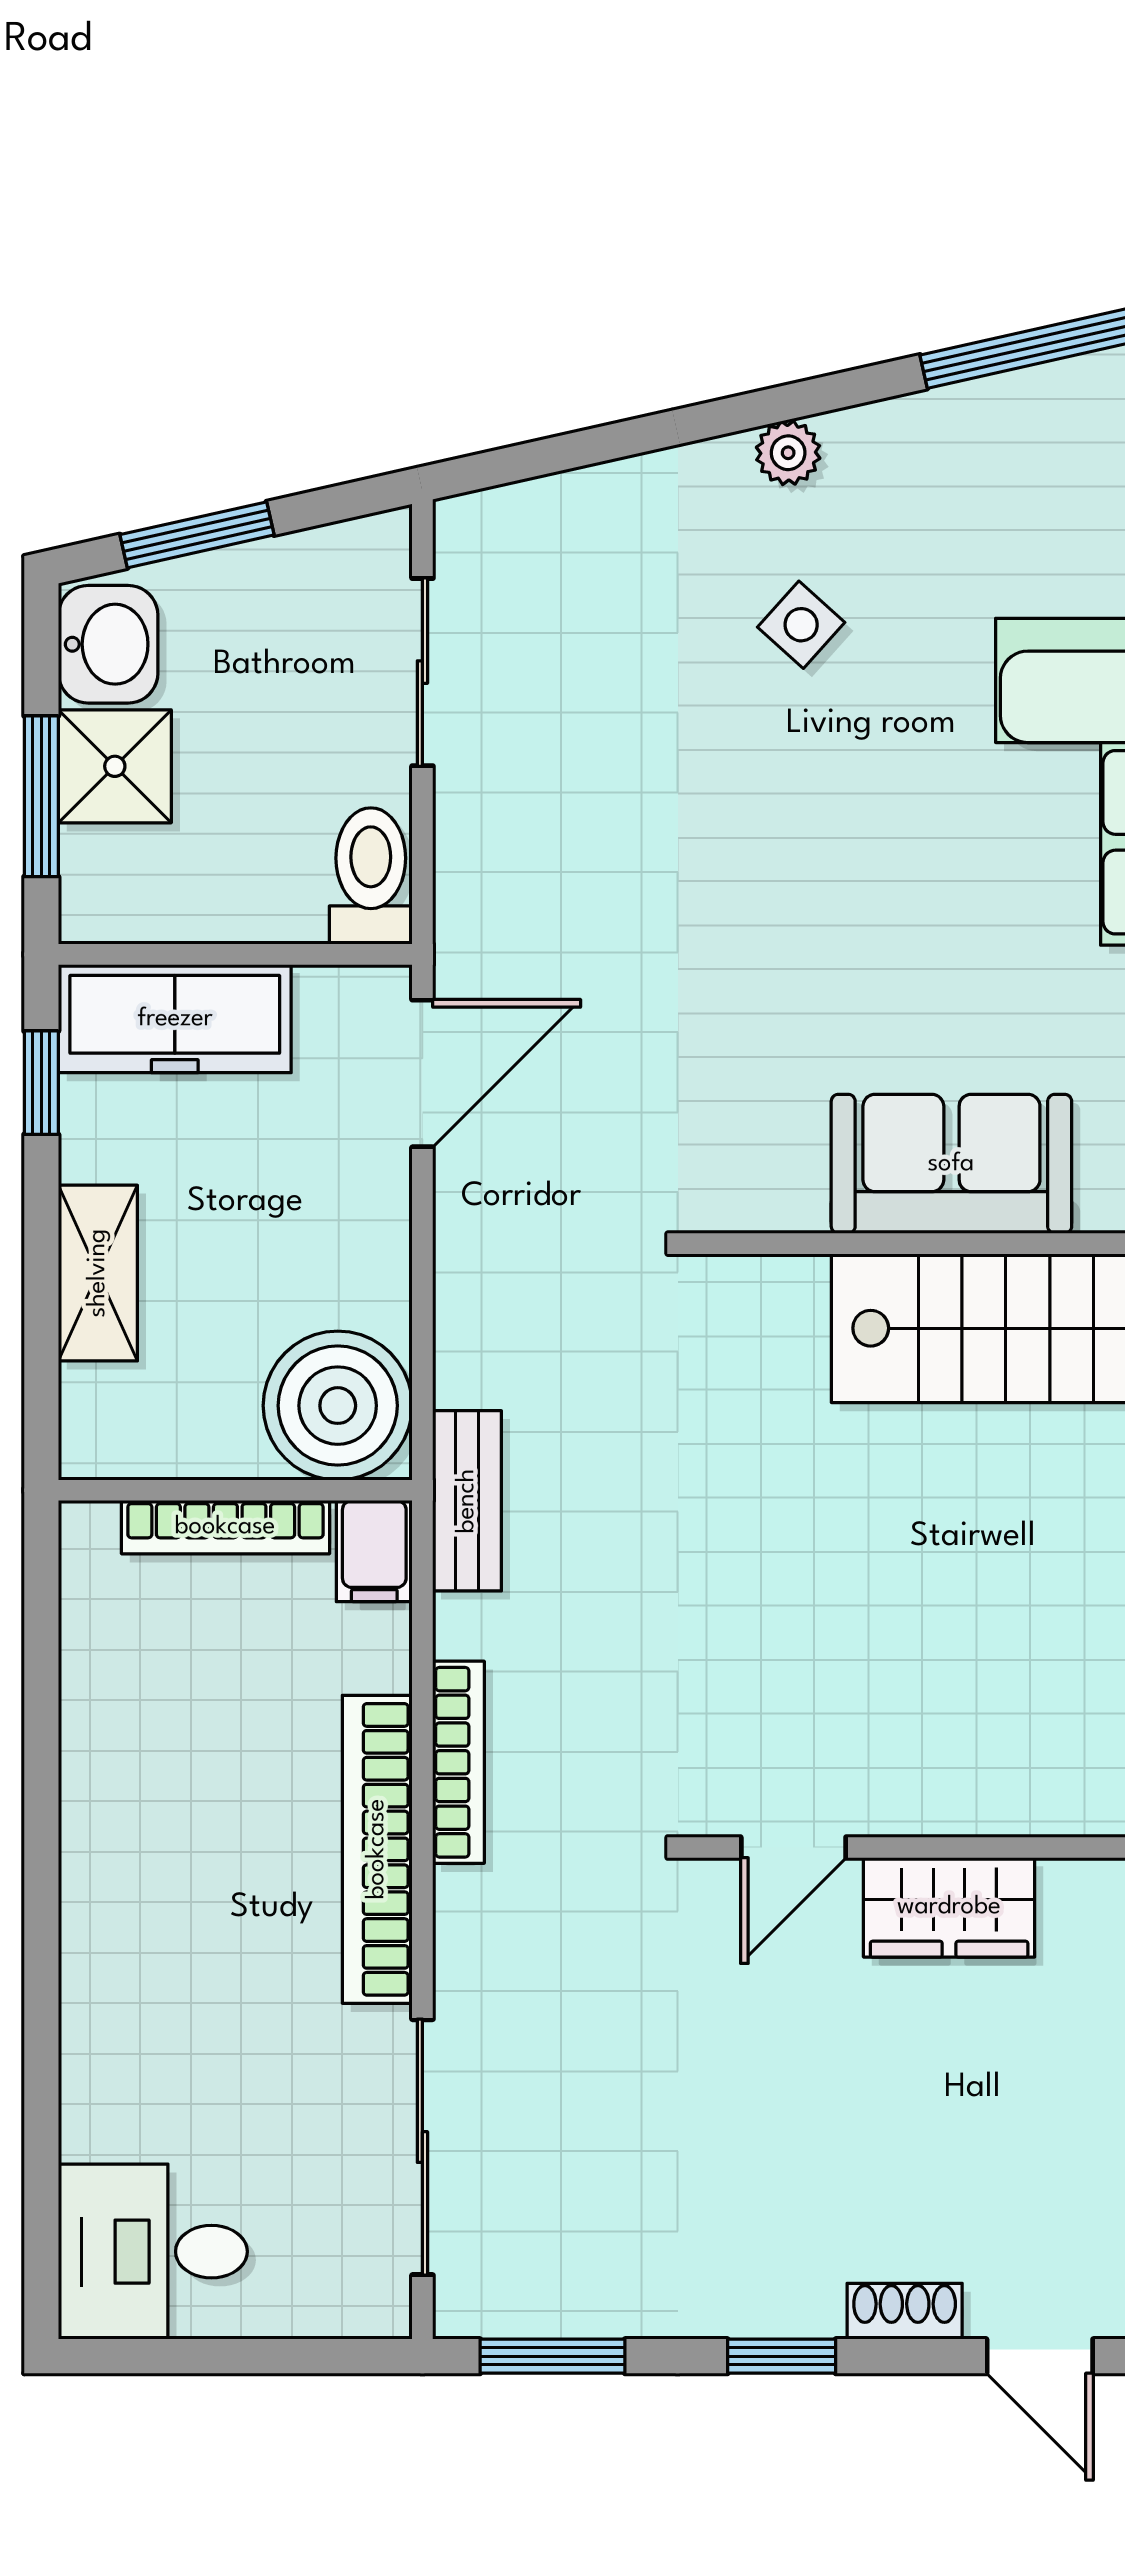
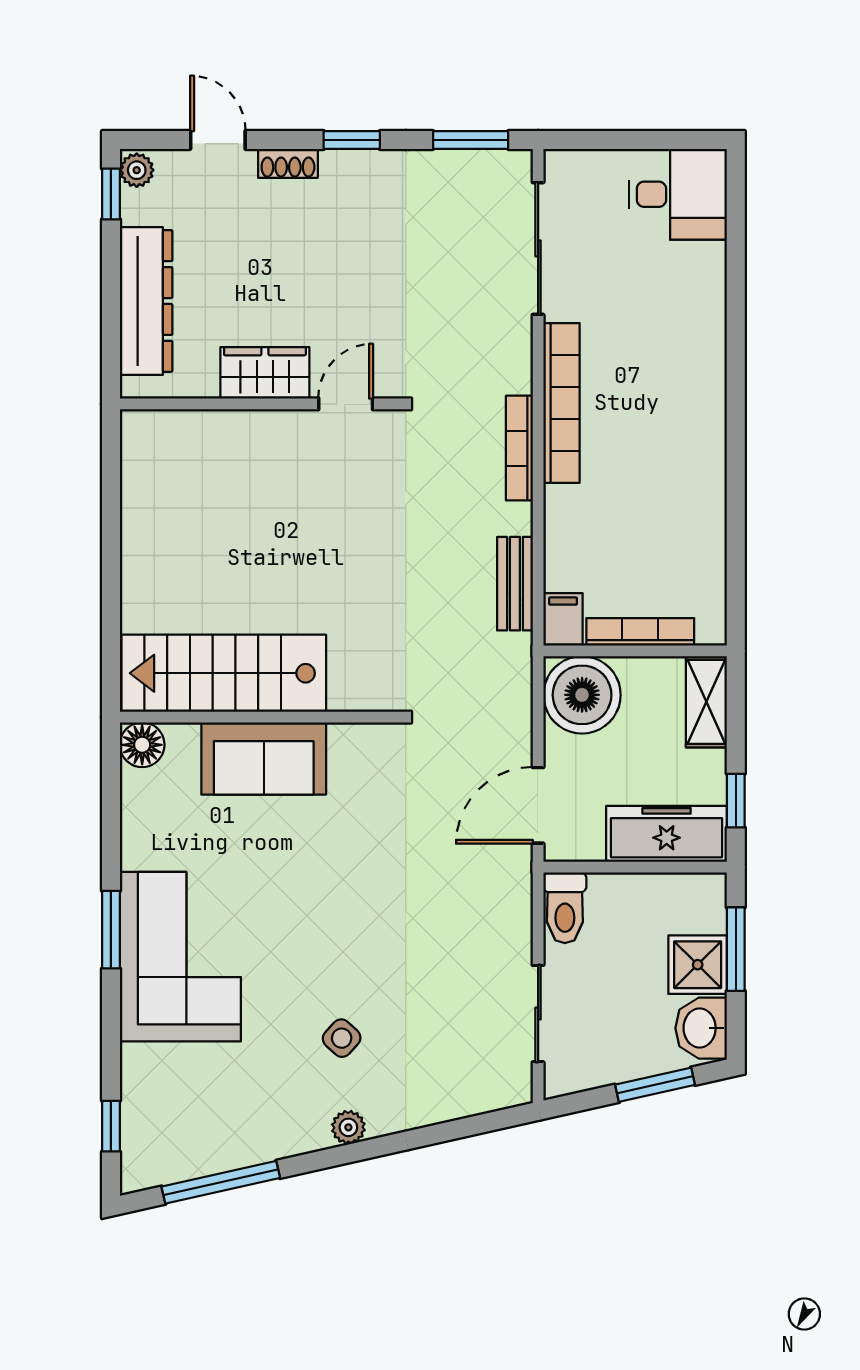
boiler: (338, 1406) -> (582, 695), moved
wall: (235, 1490) -> (635, 651), moved
bookcase: (225, 1527) -> (640, 632), moved
filing cabinet: (374, 1551) -> (563, 619), moved

